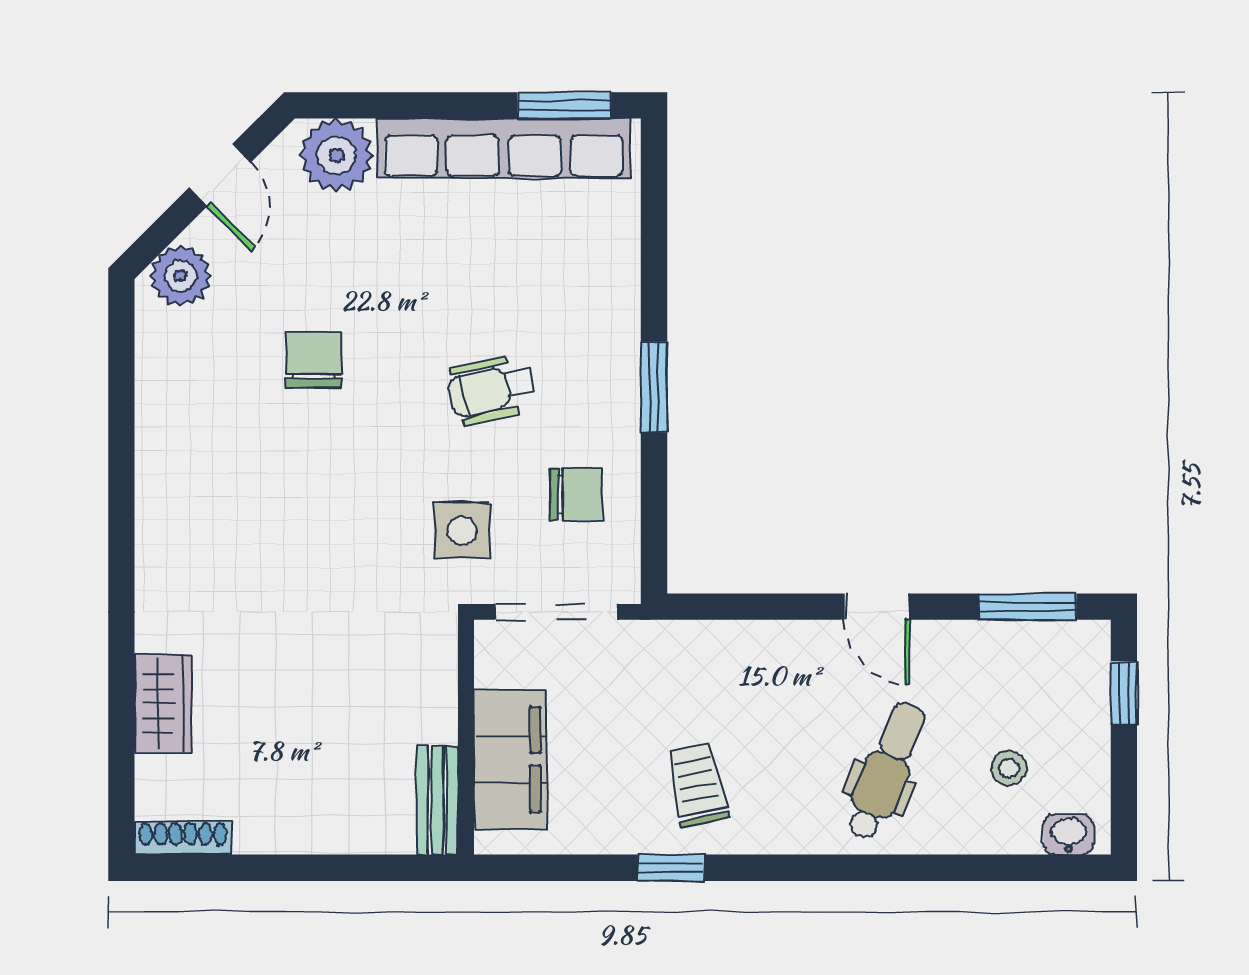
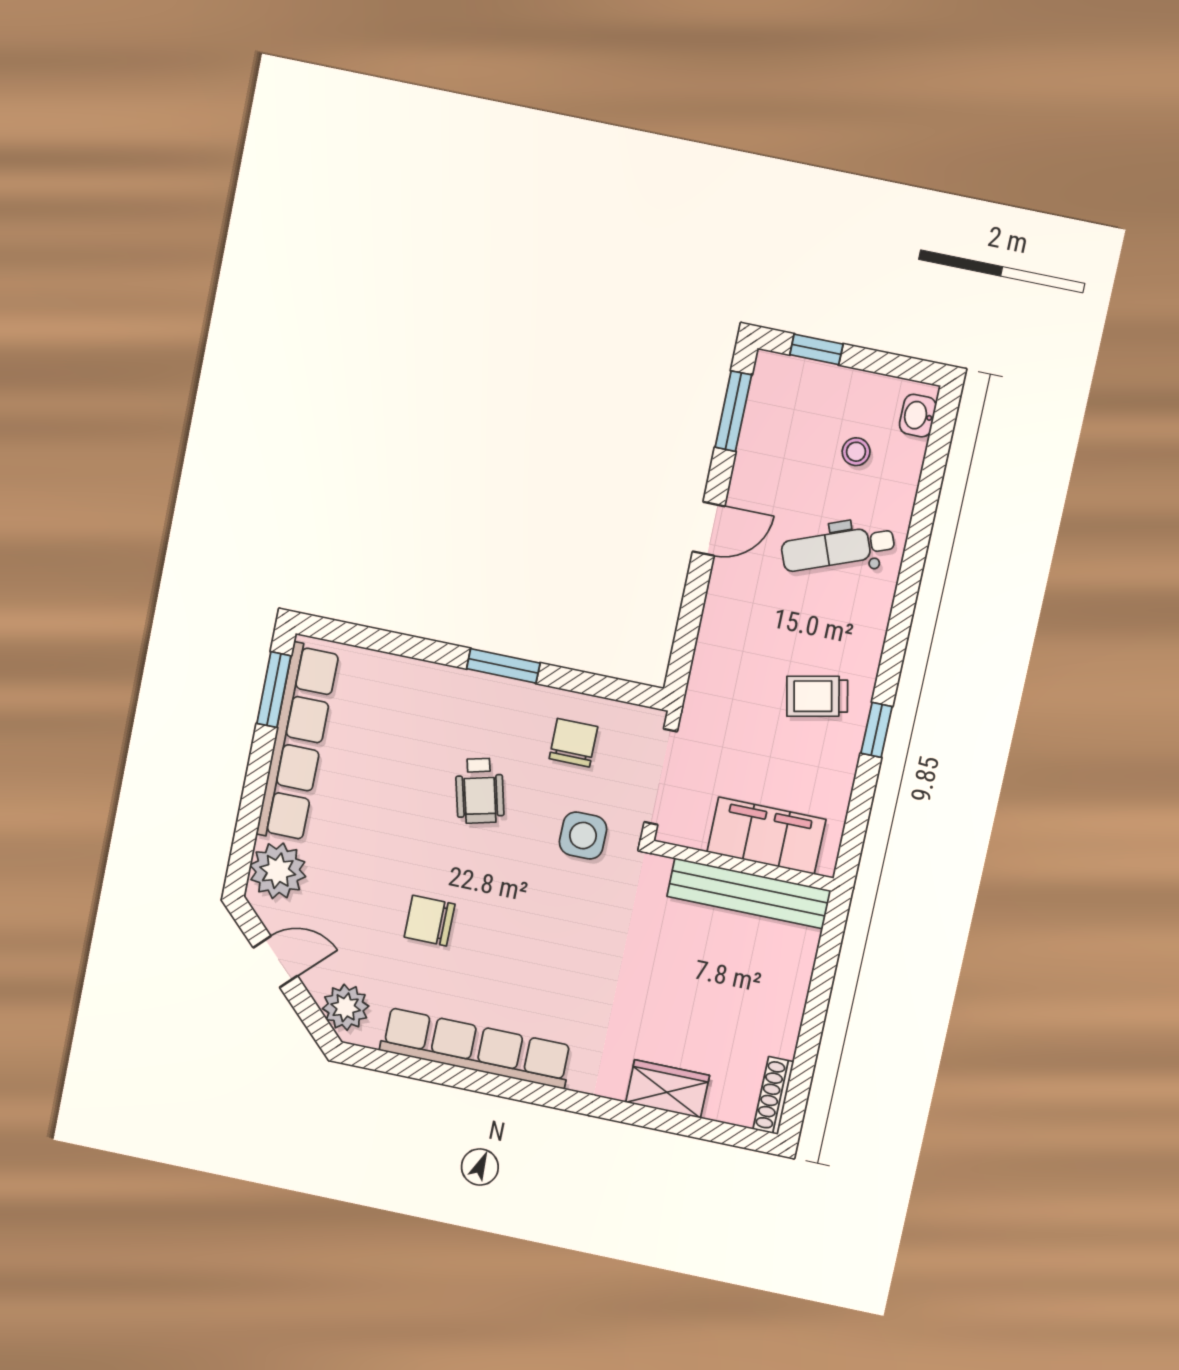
row of seats: (163, 451) -> (476, 1048), added
dental chair: (886, 772) -> (838, 548), turned -43
bench: (437, 800) -> (749, 893), width x1.86, depth x1.21

